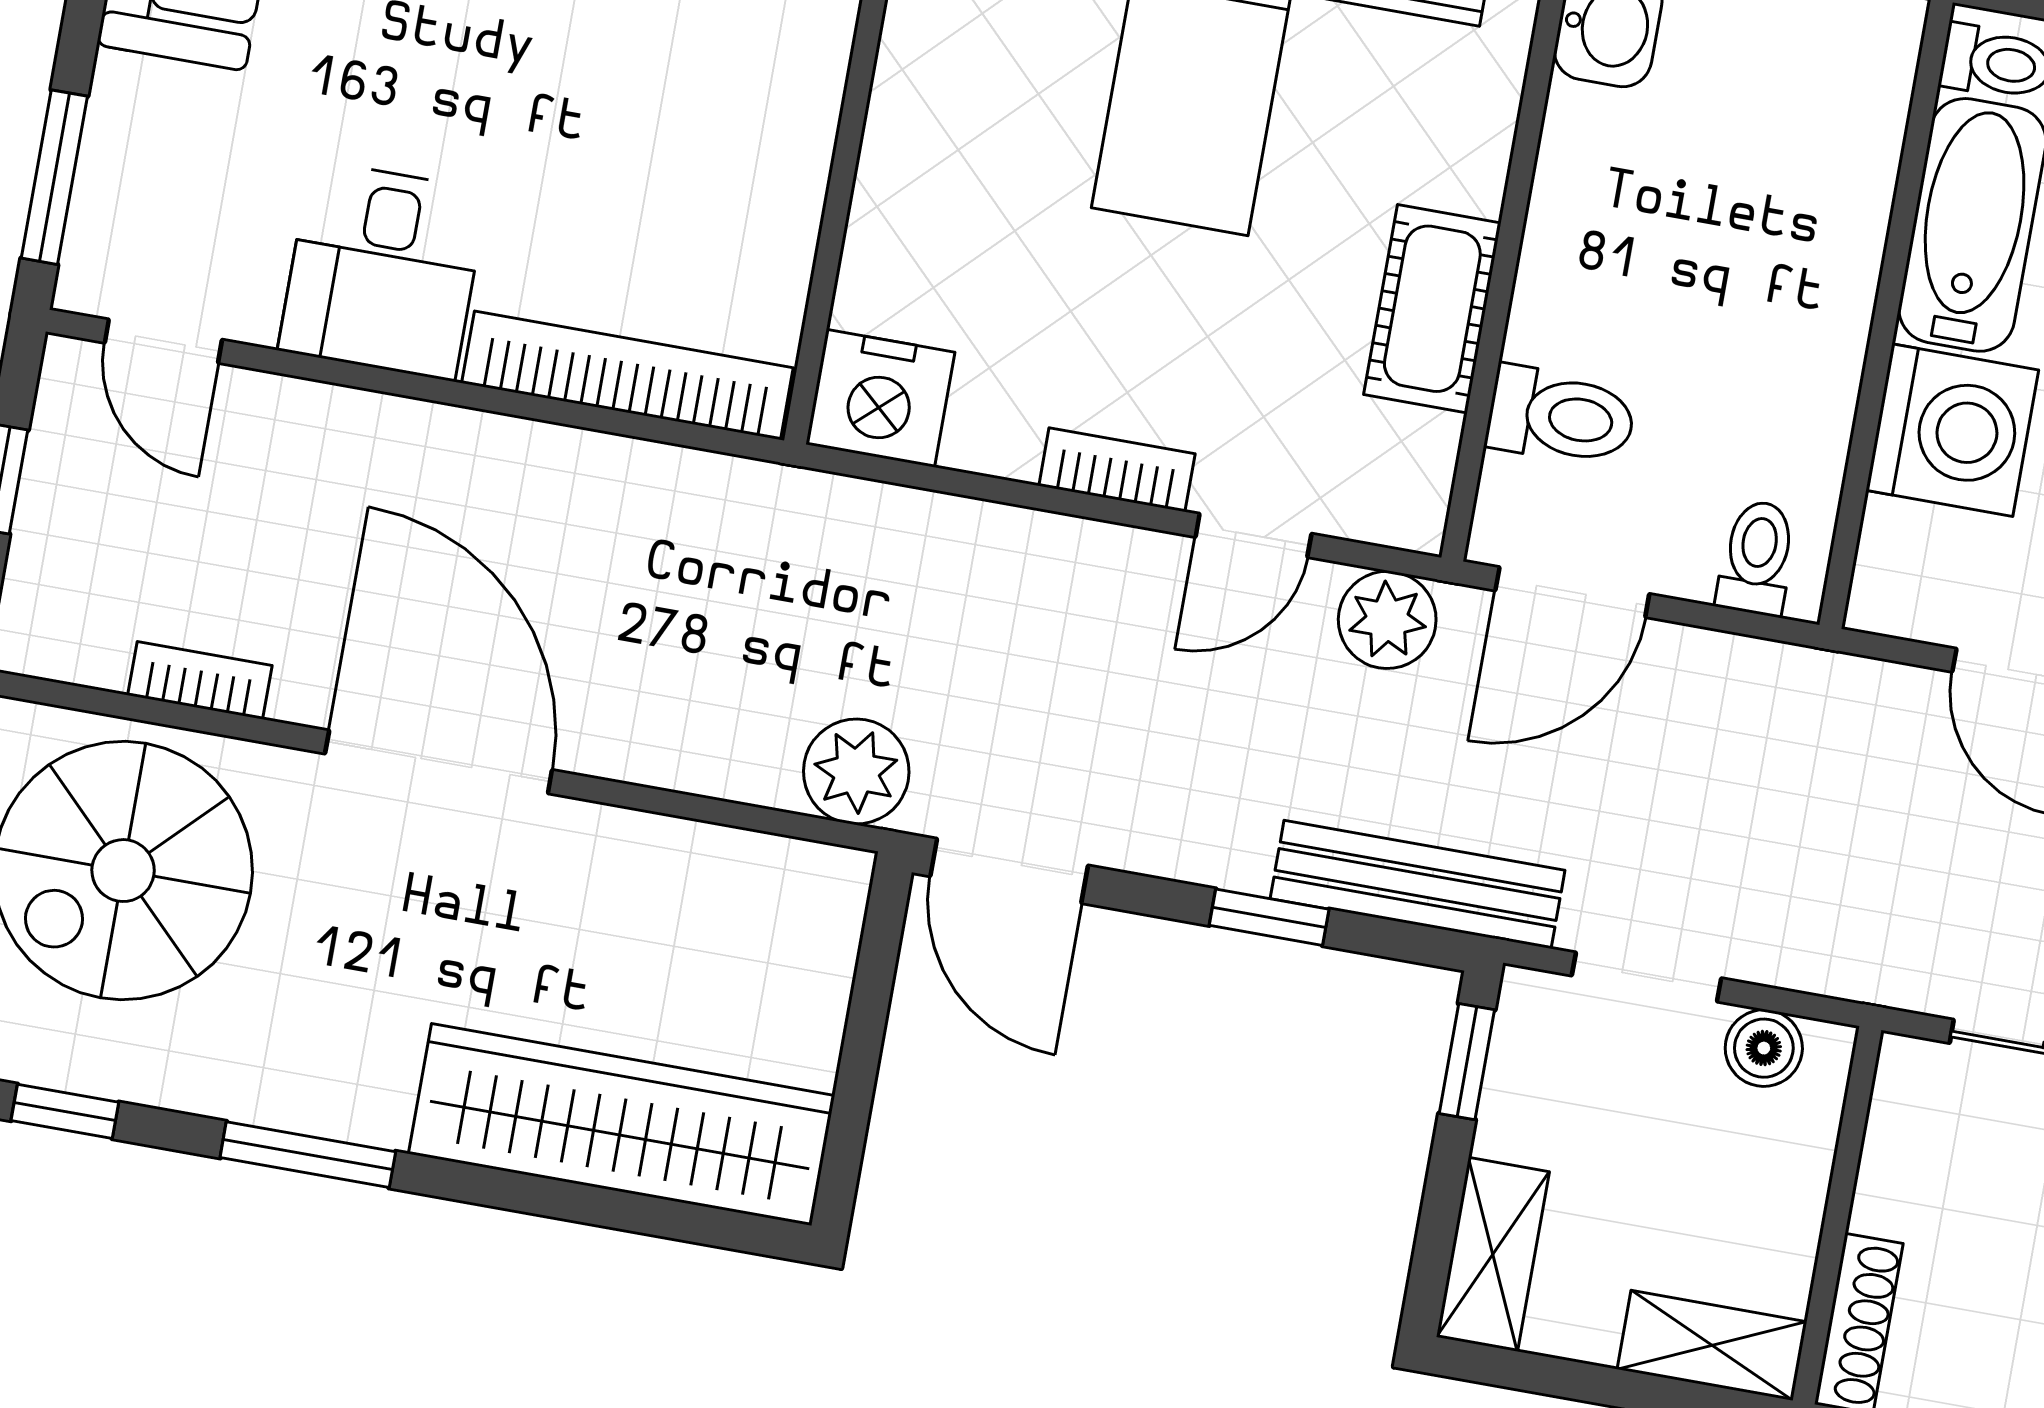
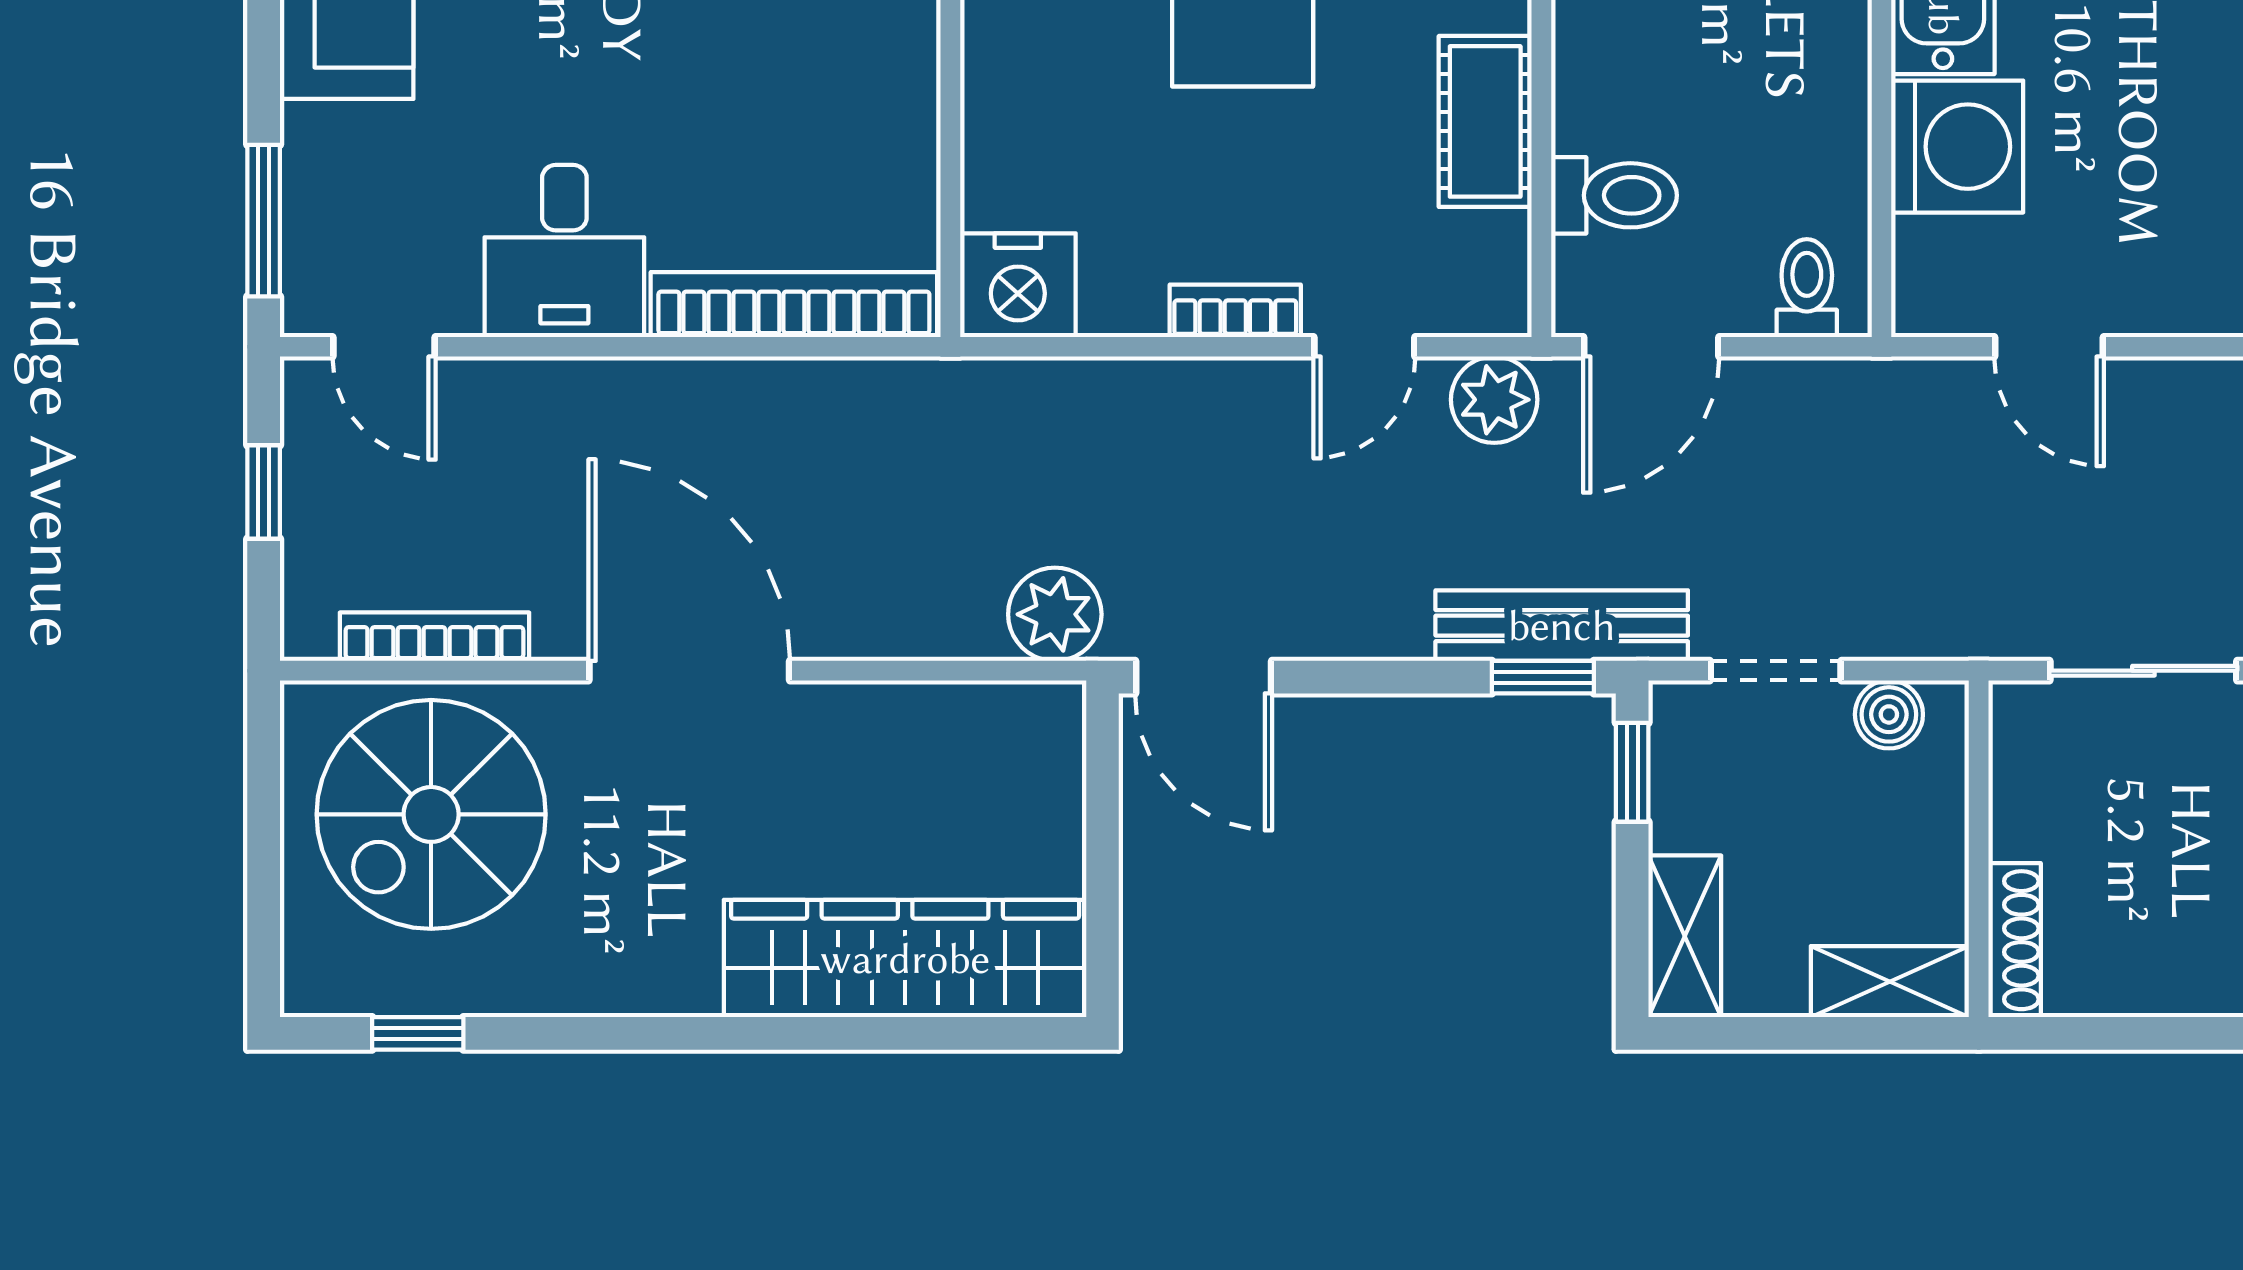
bookcase: (200, 680) -> (434, 637), width x1.56
window: (1269, 917) -> (1543, 677), moved
window: (308, 1155) -> (636, 1033), removed

